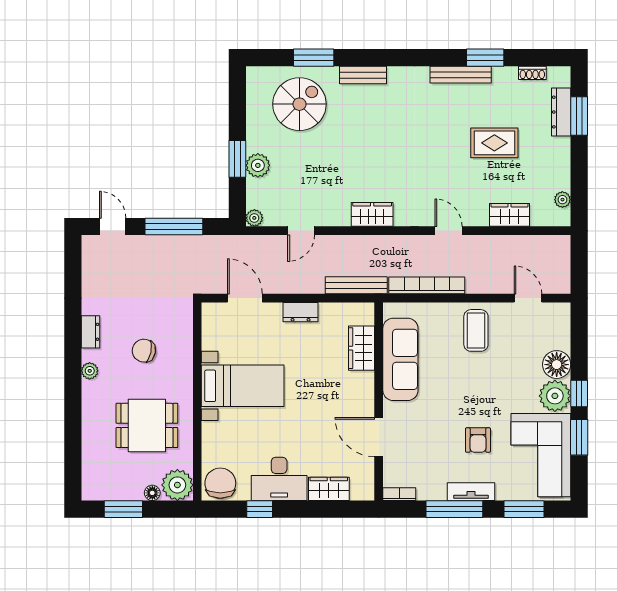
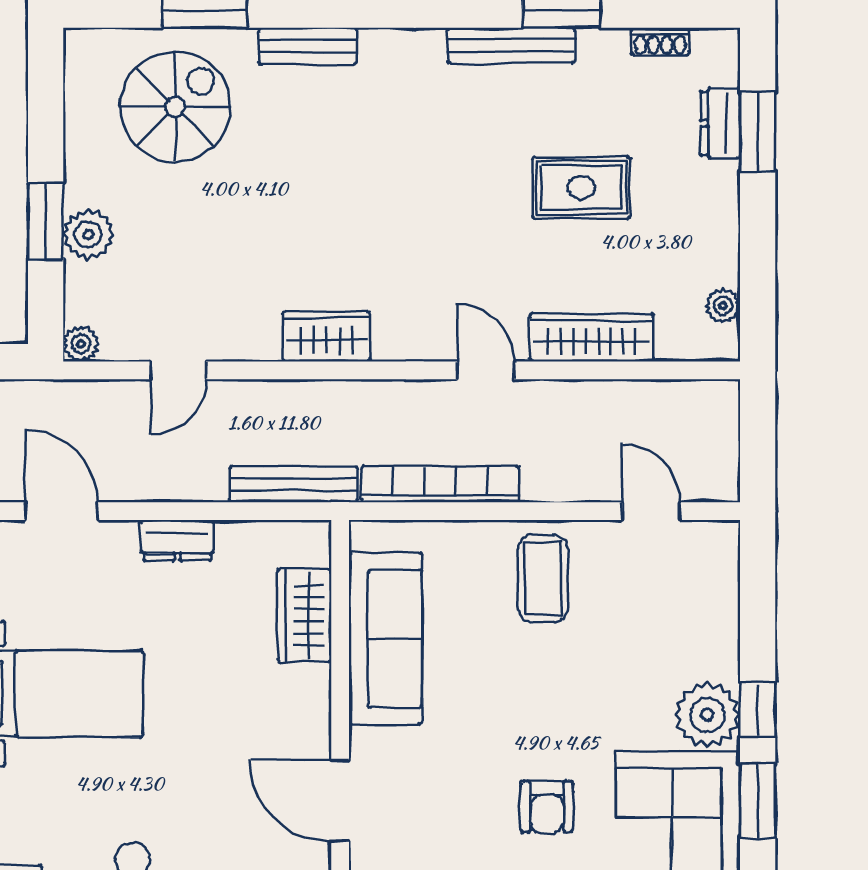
dresser: (561, 112) -> (720, 123), width x0.70
wardrobe: (509, 215) -> (592, 338), width x1.50
floor lamp: (557, 365) -> (711, 649), removed

